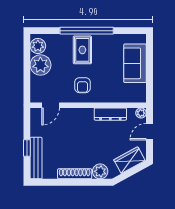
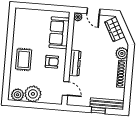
window: (87, 31) -> (9, 55), removed
rug: (82, 50) -> (24, 59), turned 90
sofa: (135, 63) -> (59, 33), moved, turned 90
dresser: (110, 114) -> (75, 63), moved

